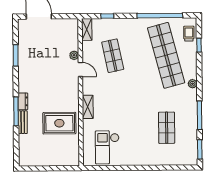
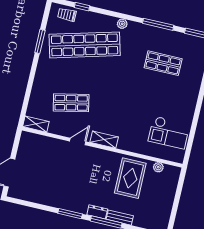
window: (107, 16) -> (27, 98), removed
window: (160, 16) -> (40, 41), width x0.47
window: (16, 55) -> (70, 214), moved
plant: (74, 55) -> (158, 167), moved
shelving: (88, 107) -> (104, 140), moved

